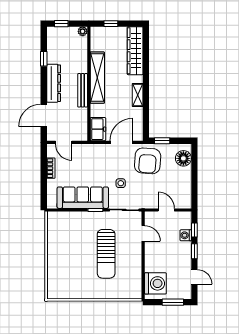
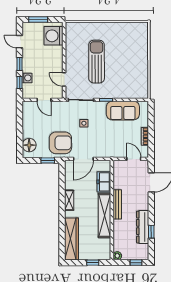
dresser: (54, 83) -> (143, 227), moved
freezer: (98, 129) -> (104, 182), moved
armchair: (148, 161) -> (60, 143), turned 86
sofa: (83, 198) -> (123, 111), width x0.73

